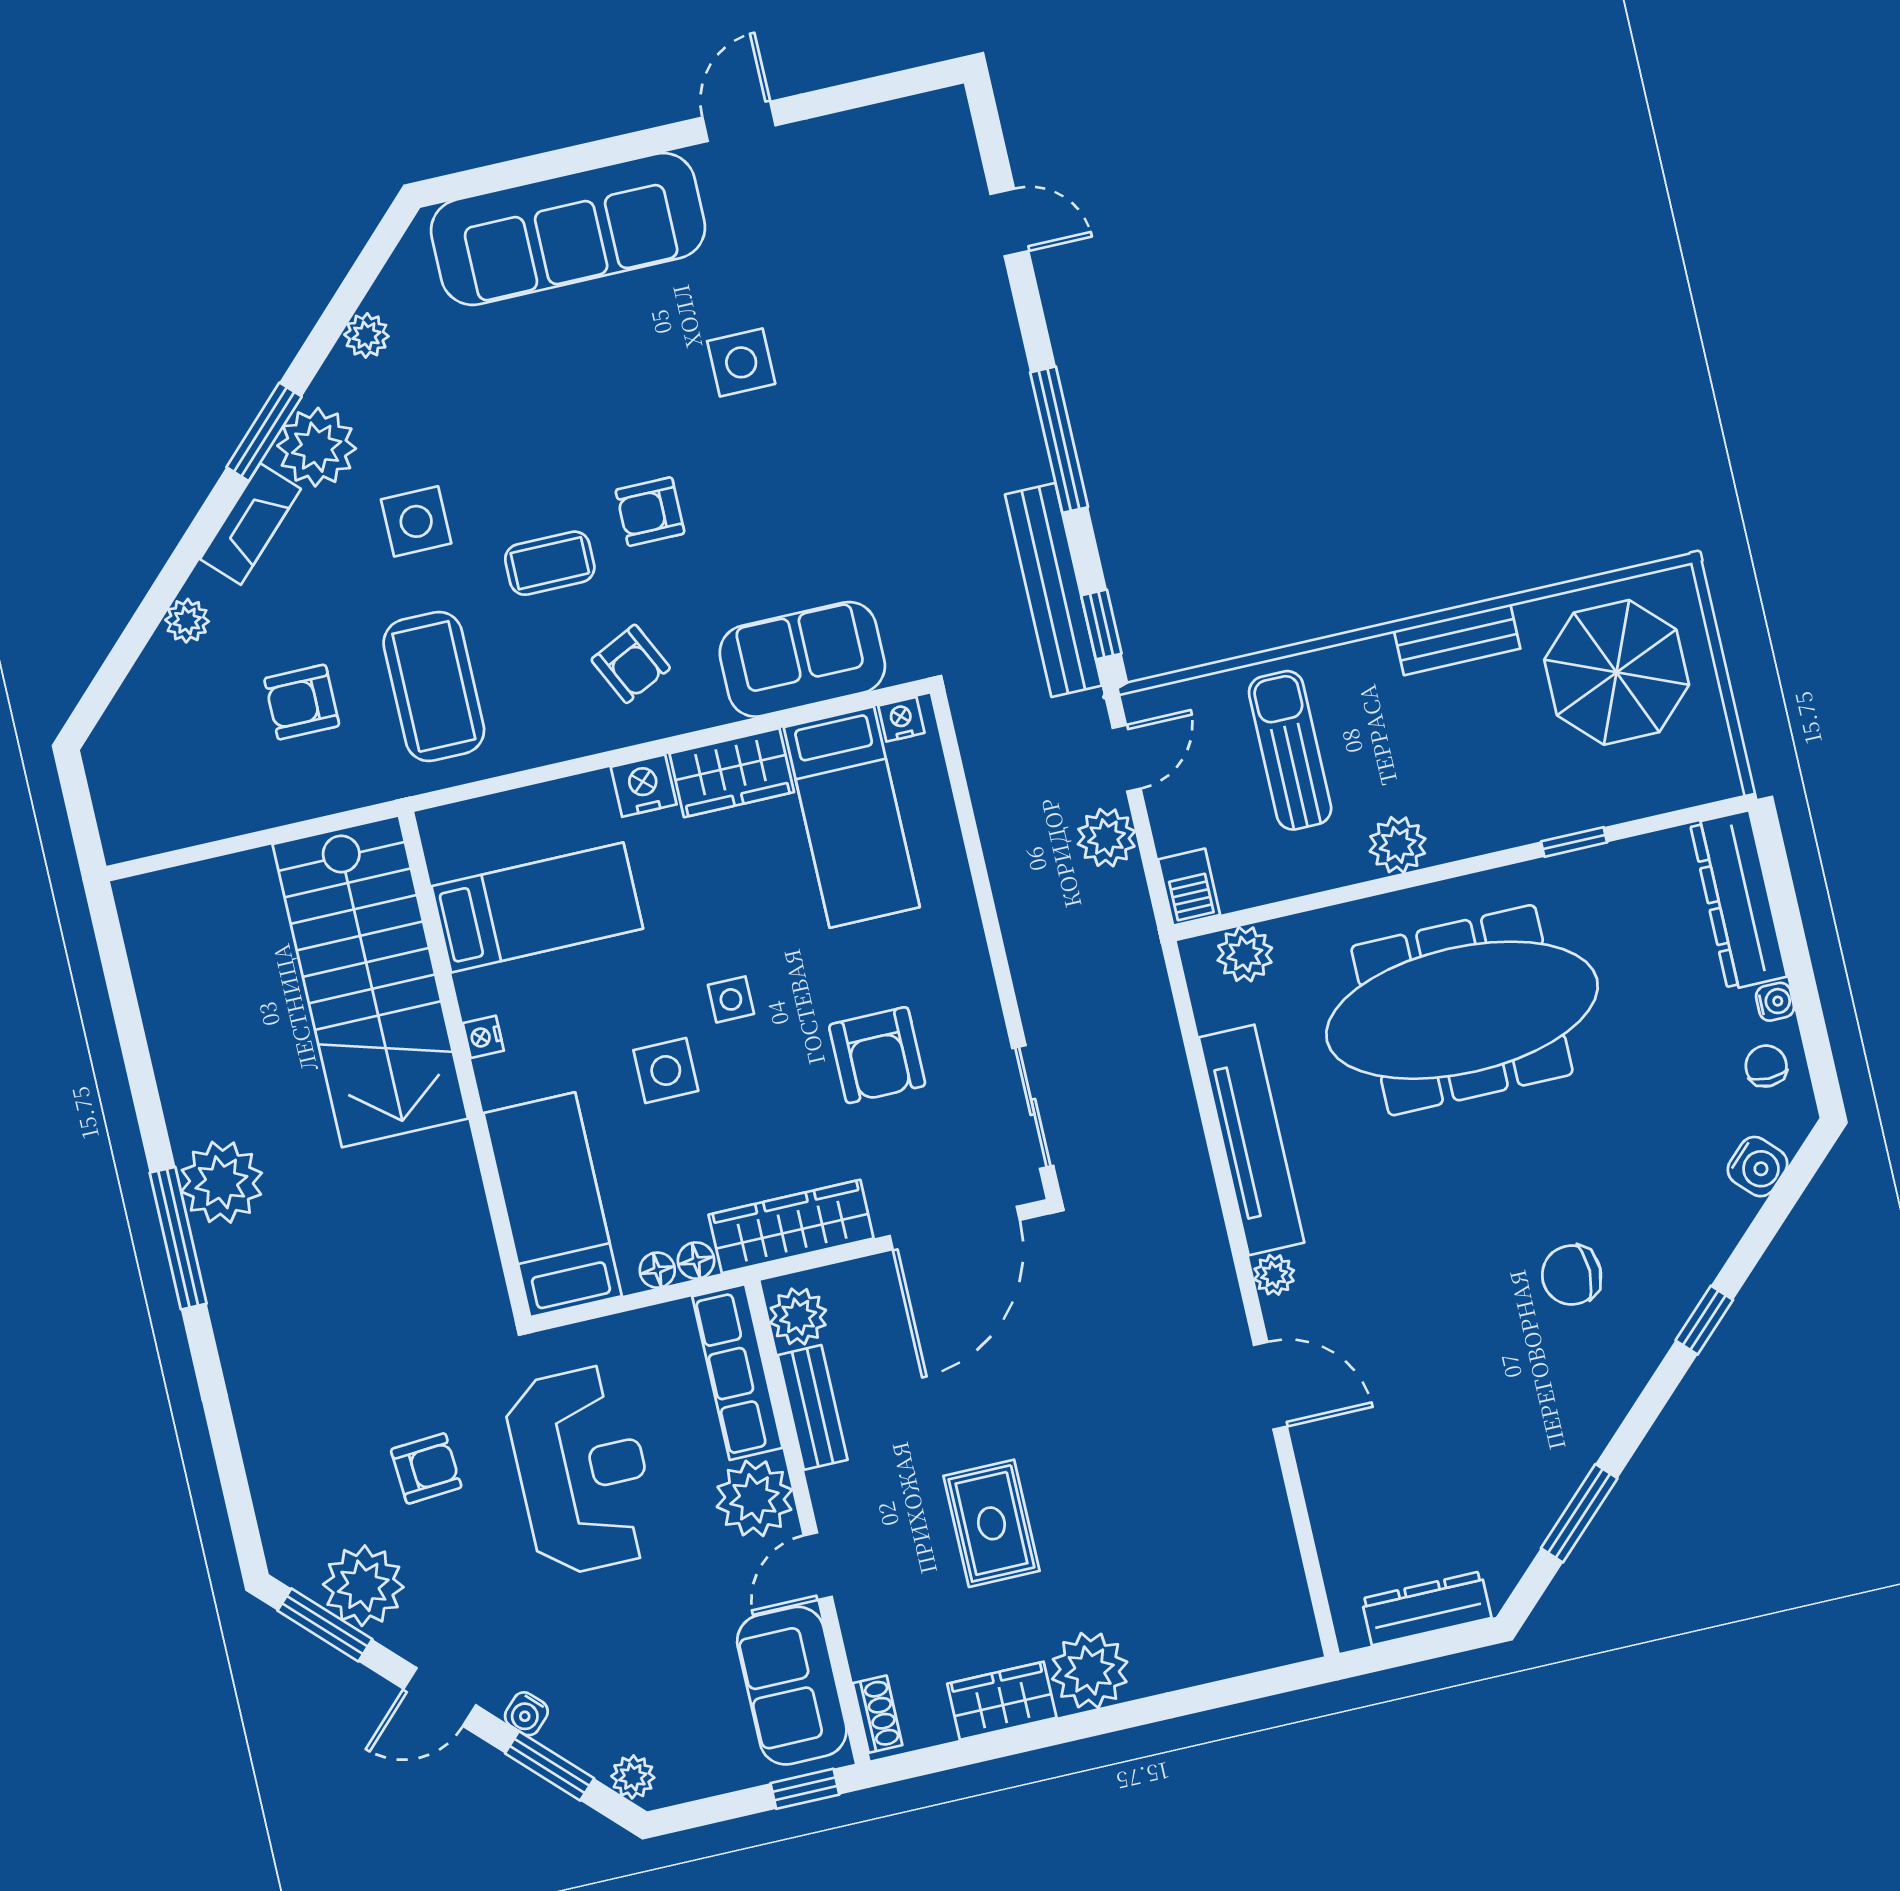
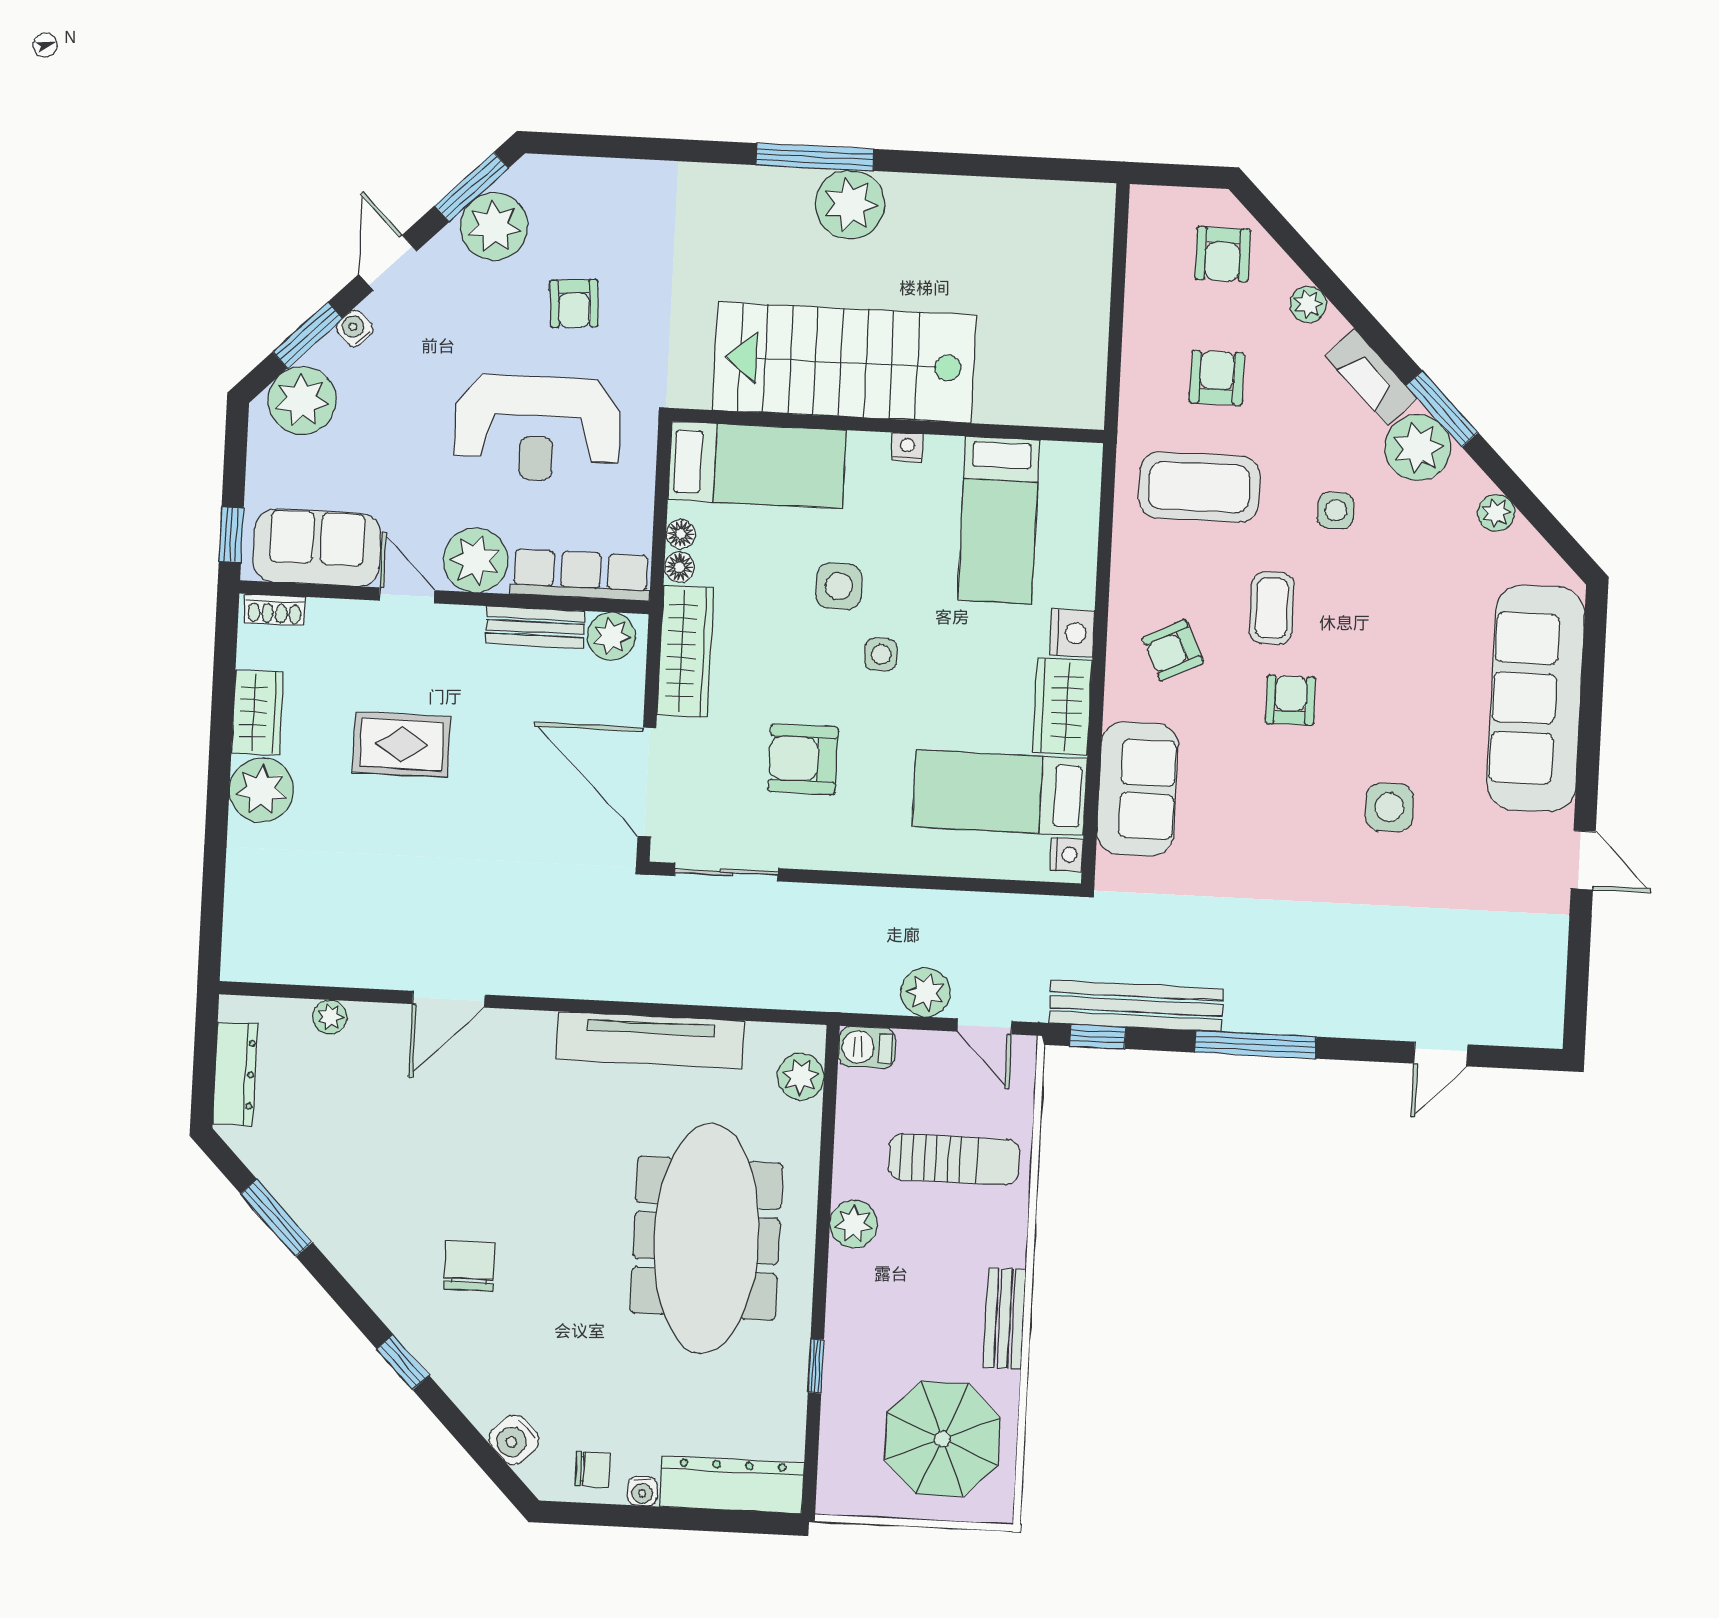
side table: (416, 521) -> (1336, 510), width x0.73, depth x0.73
armchair: (157, 736) -> (1223, 254), added
stairs: (370, 981) -> (844, 363), moved
plant: (1274, 1275) -> (330, 1017), moved
plant: (633, 1777) -> (302, 400), width x1.88, depth x1.88

